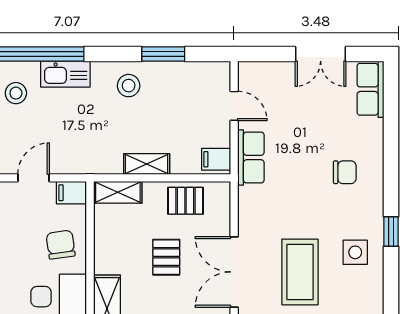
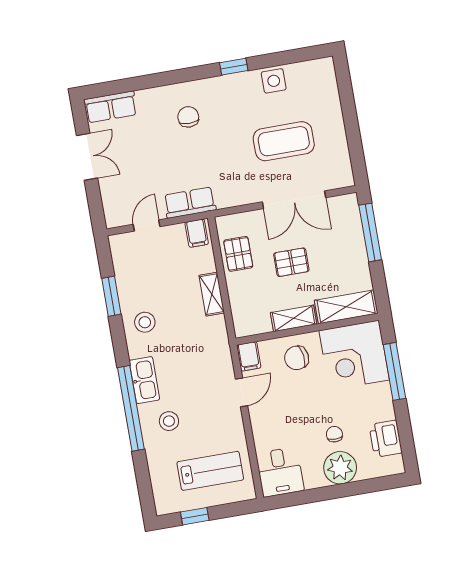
door: (33, 178) -> (242, 392), swing flipped
shelving: (118, 192) -> (294, 318), moved, turned 90
side table: (355, 252) -> (274, 81), moved

